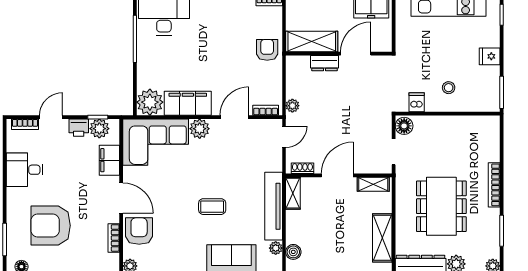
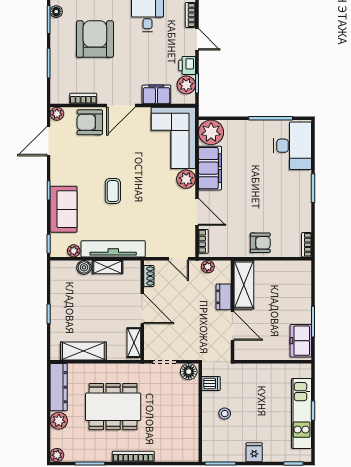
shelving: (312, 42) -> (244, 285), moved
wall: (339, 54) -> (232, 310), moved
door: (356, 54) -> (232, 326), moved
dresser: (325, 63) -> (224, 297), moved
shelving: (293, 193) -> (108, 267), moved
armchair: (139, 231) -> (90, 122), turned 180
boiler: (293, 252) -> (84, 267), moved

